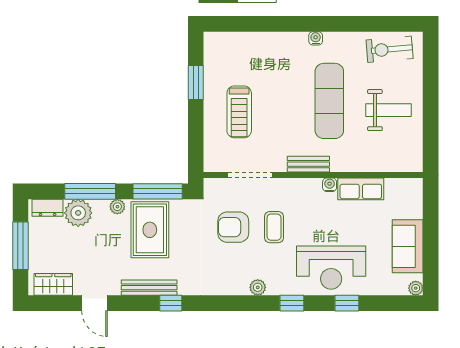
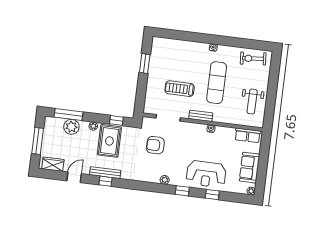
weight bench: (389, 110) -> (252, 102), moved, turned 90
treadmill: (239, 112) -> (180, 89), moved, turned 90
row of seats: (361, 189) -> (248, 135), moved
window: (90, 191) -> (68, 115), moved
window: (158, 191) -> (116, 120), width x0.46
dresser: (48, 208) -> (55, 122), removed
coffee table: (274, 227) -> (178, 148), removed
door: (94, 303) -> (74, 177), swing flipped
window: (171, 303) -> (105, 181), moved

